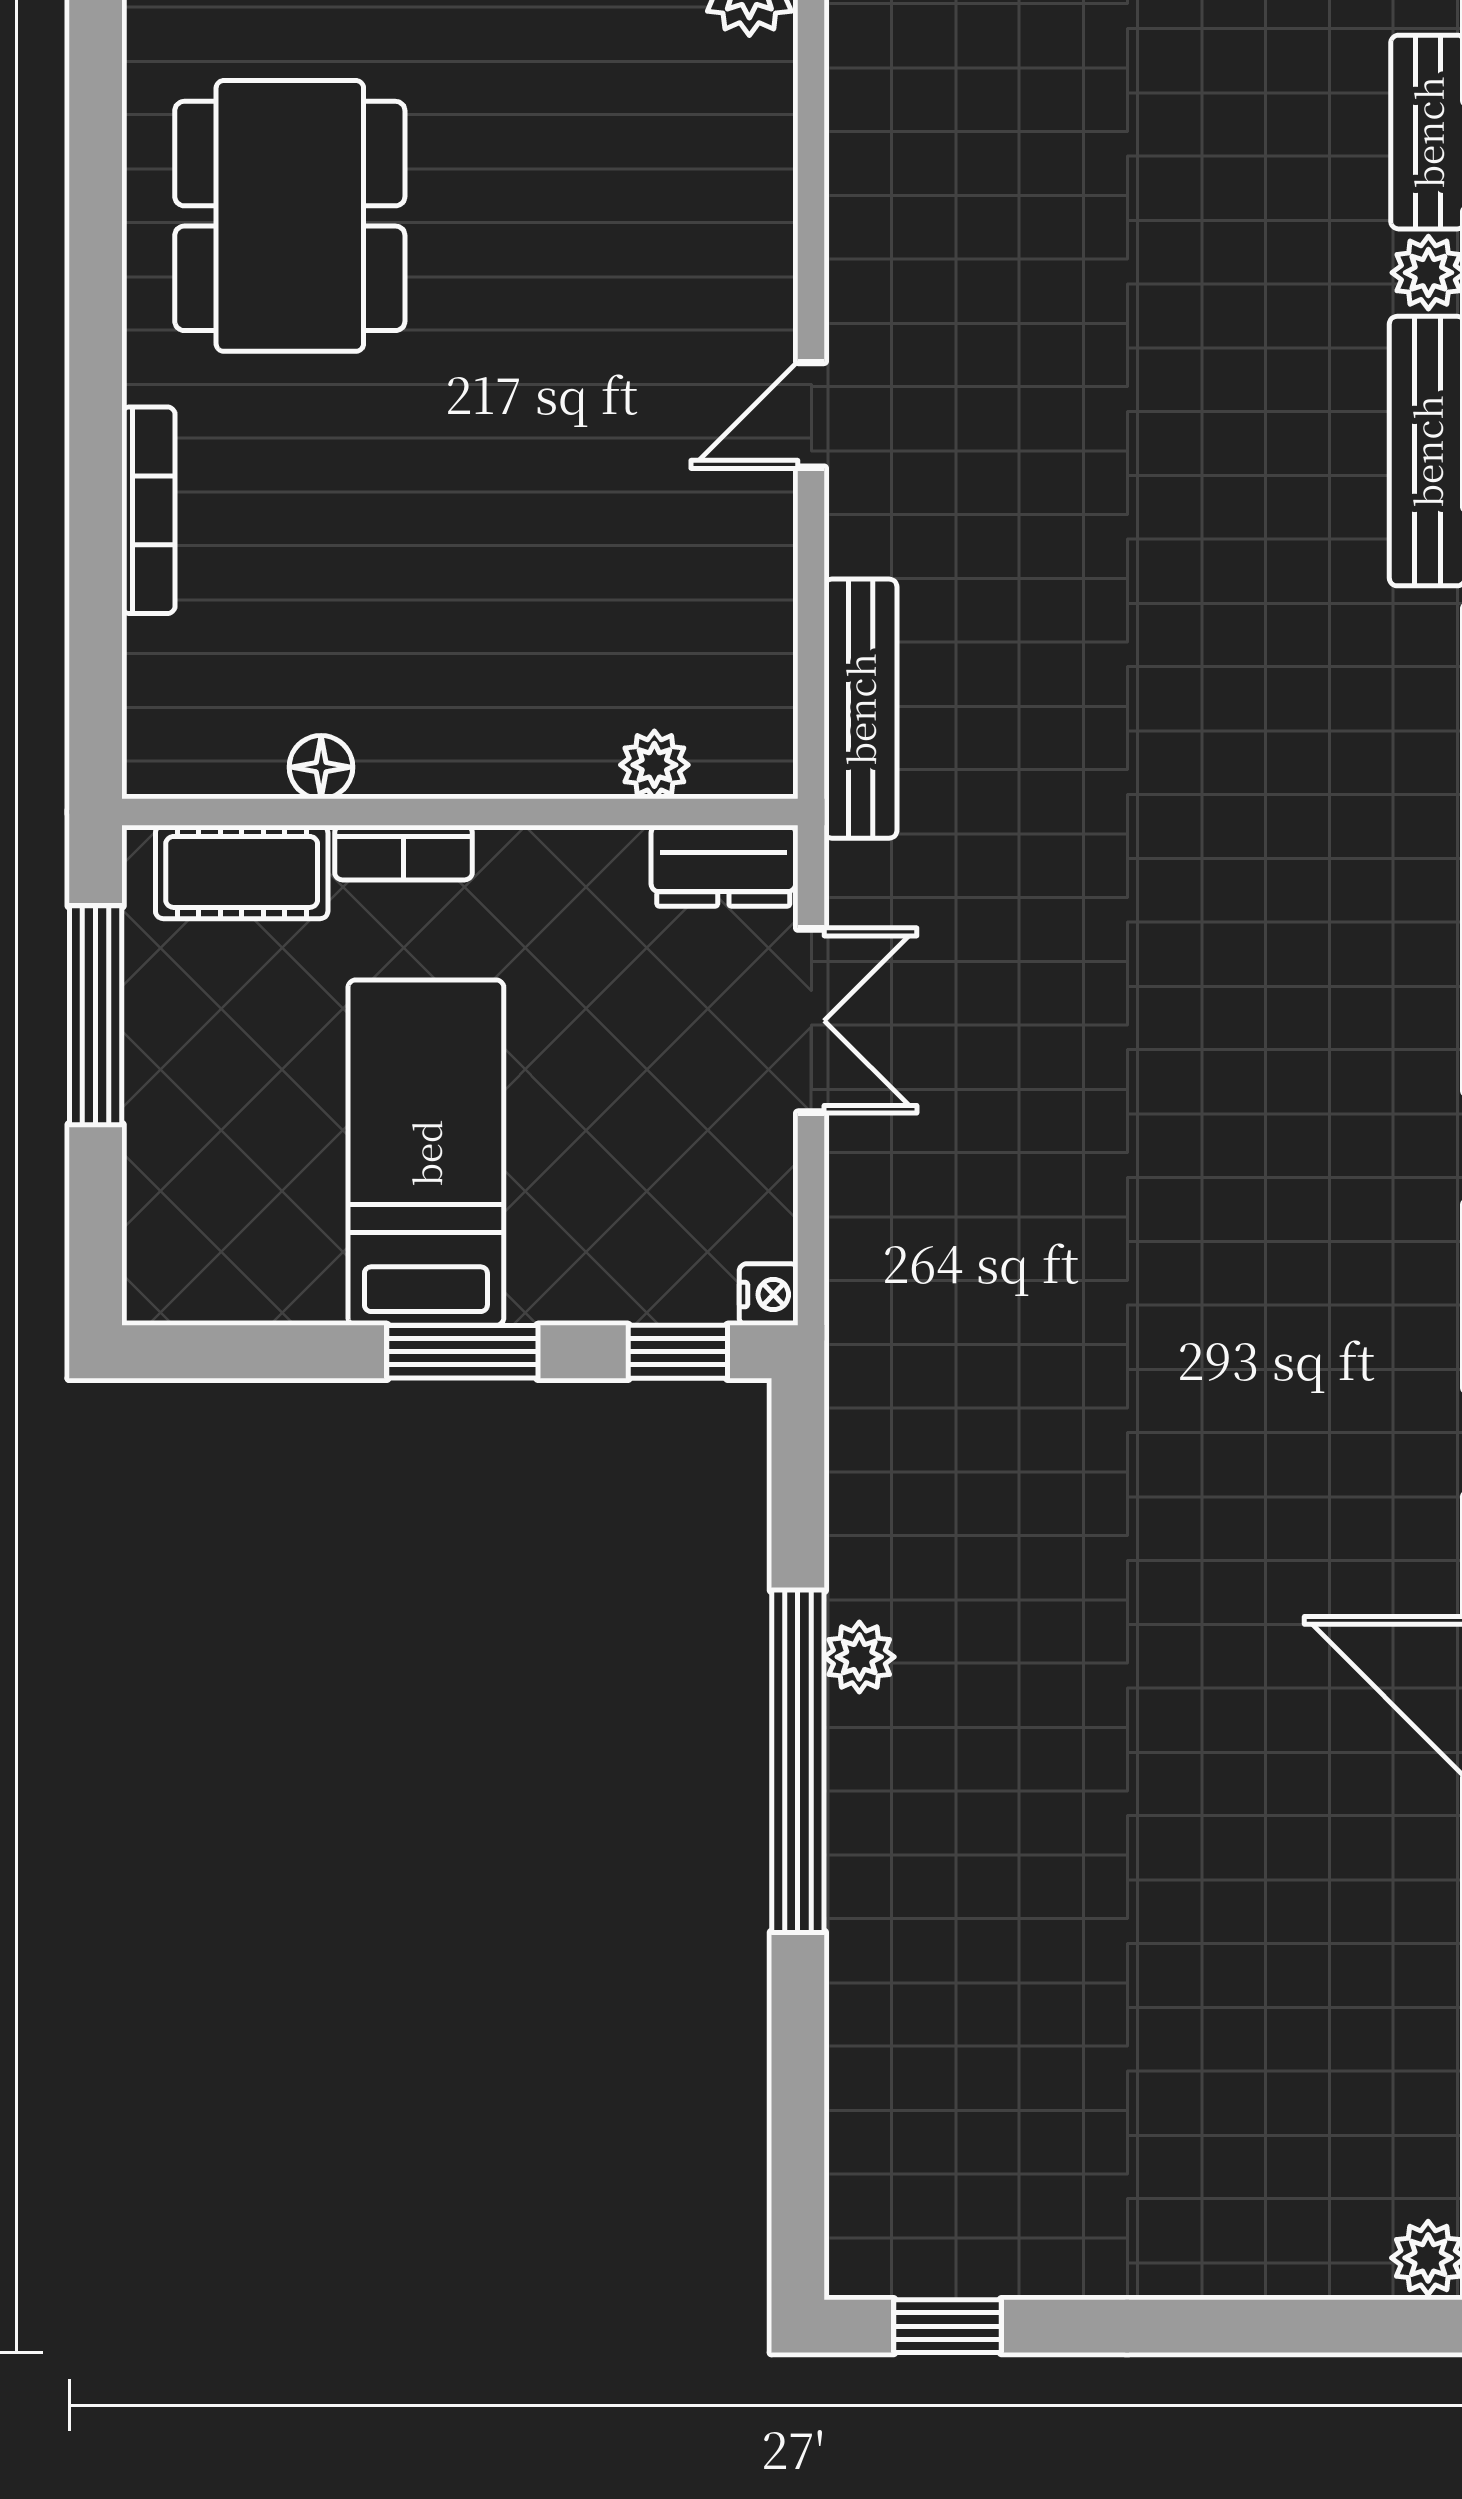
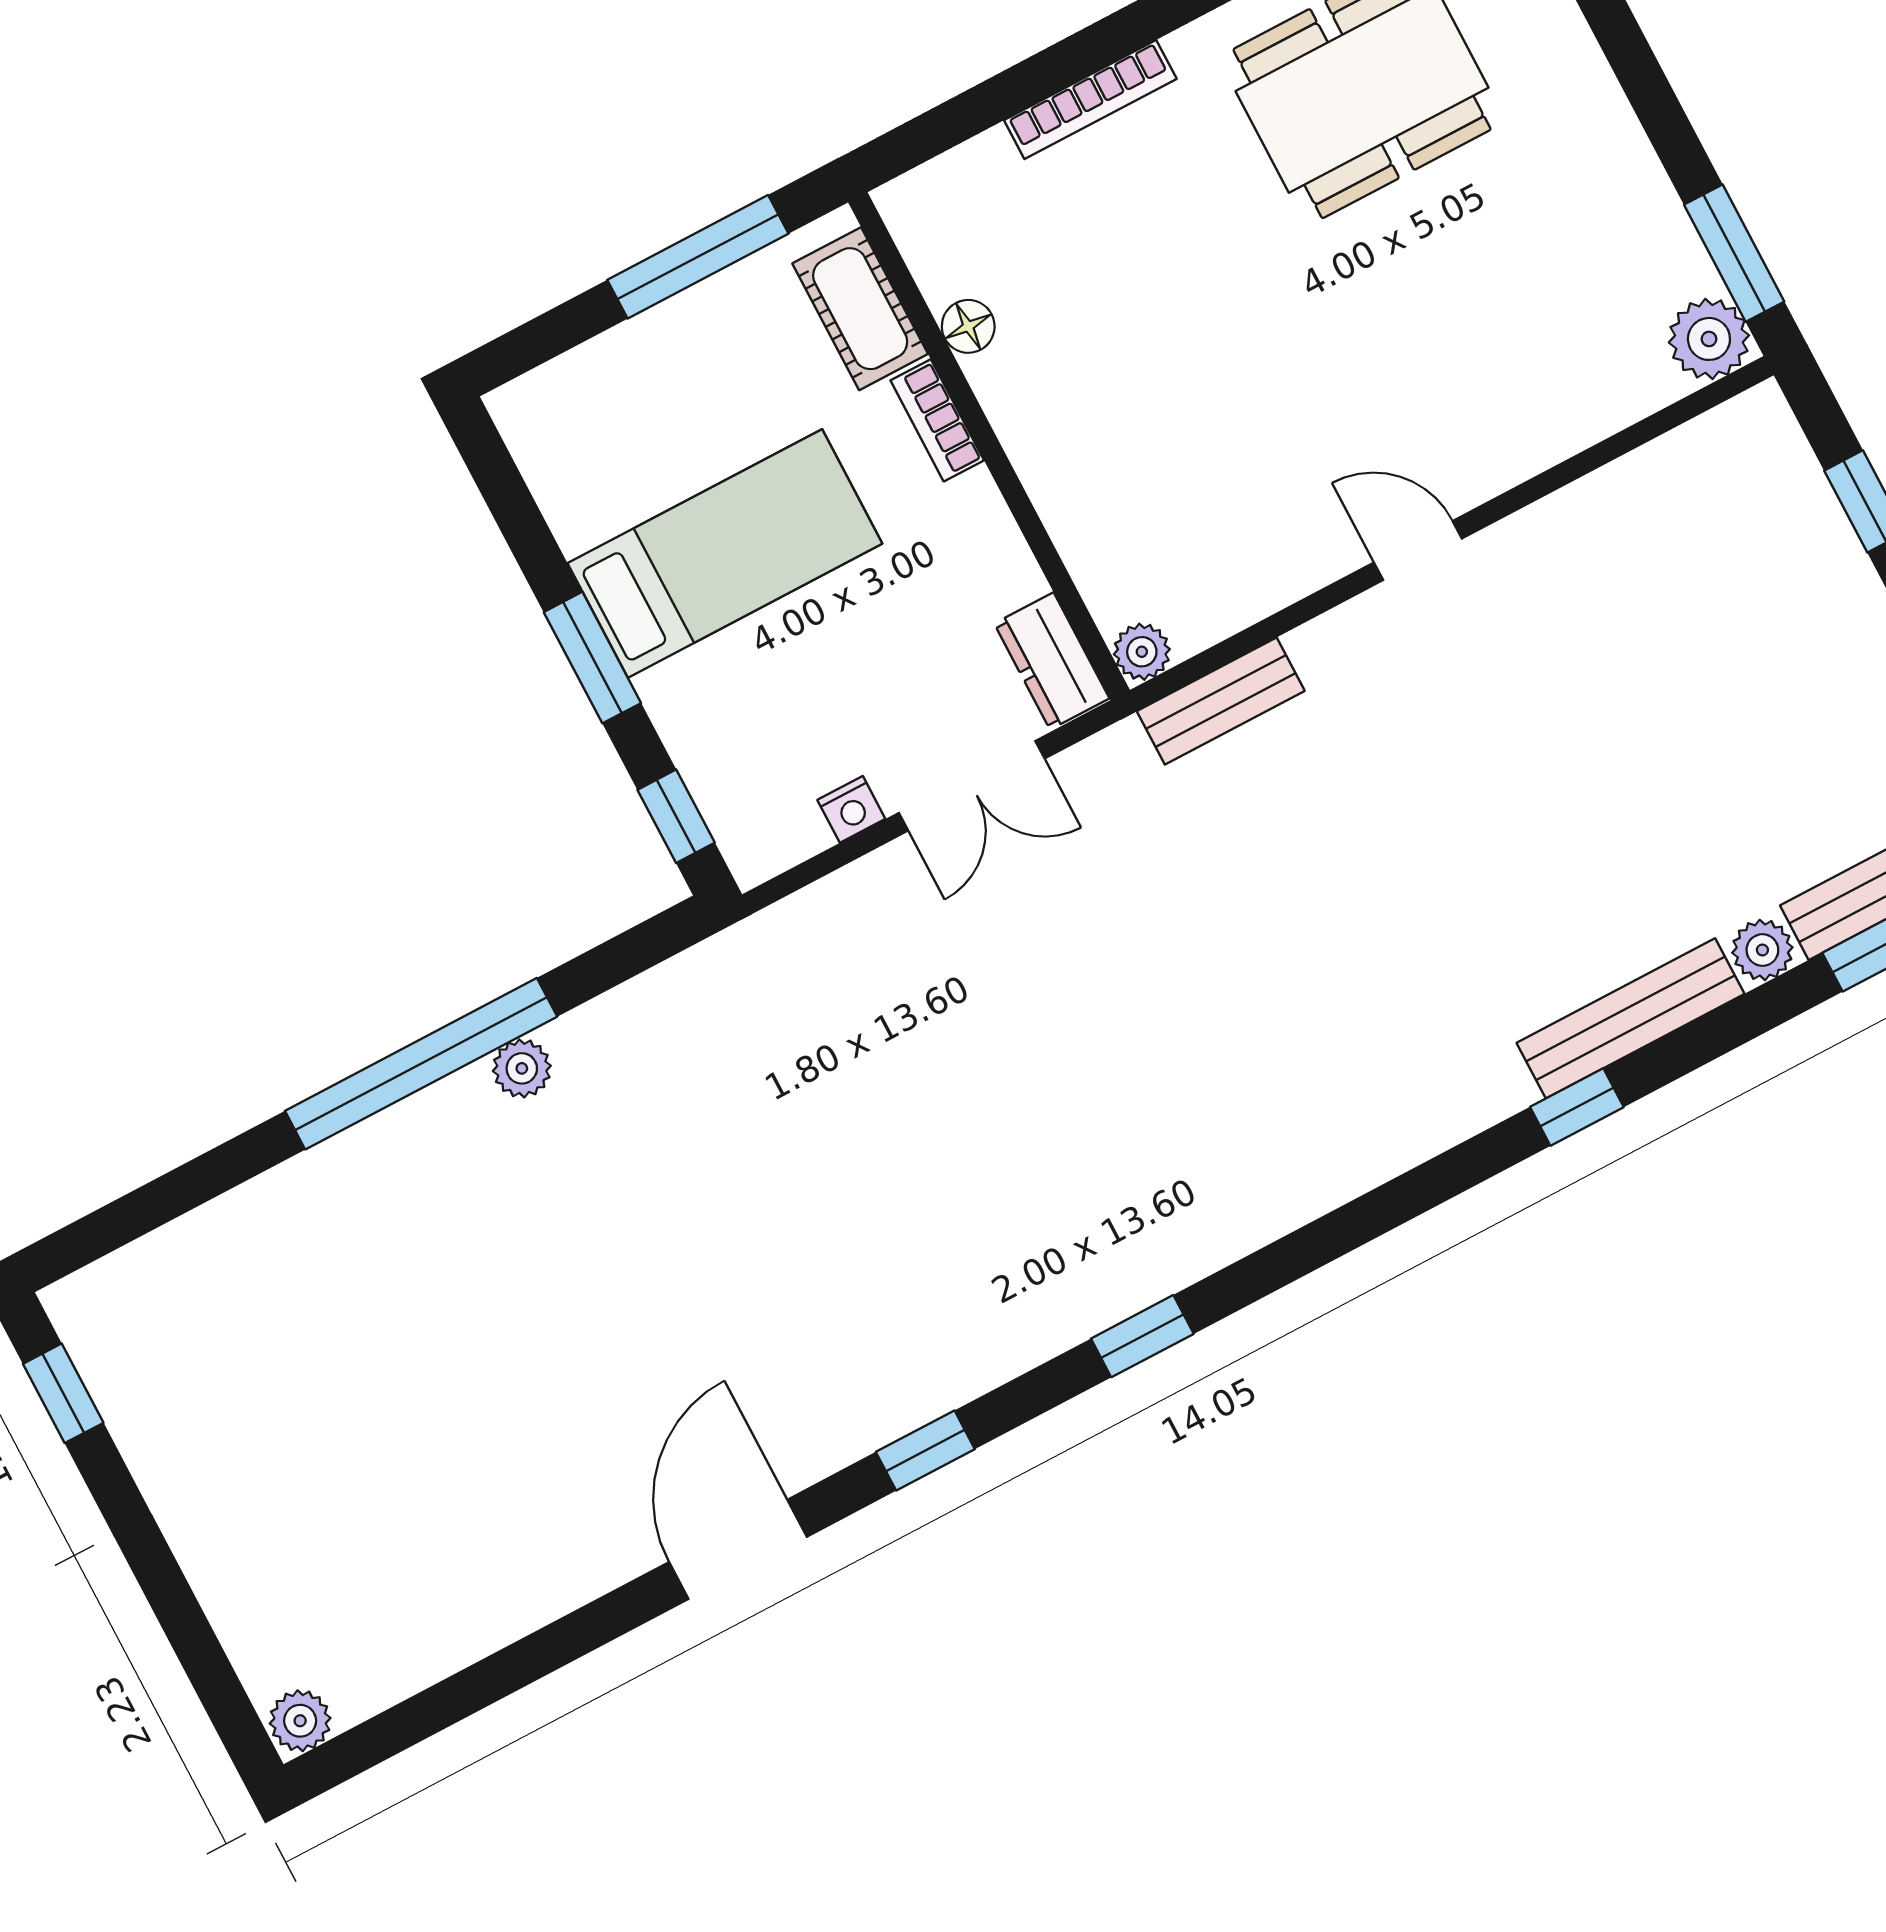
bench: (860, 709) -> (1221, 701), width x0.73
plant: (654, 765) -> (1142, 652), moved
nightstand: (769, 1295) -> (851, 809), moved

